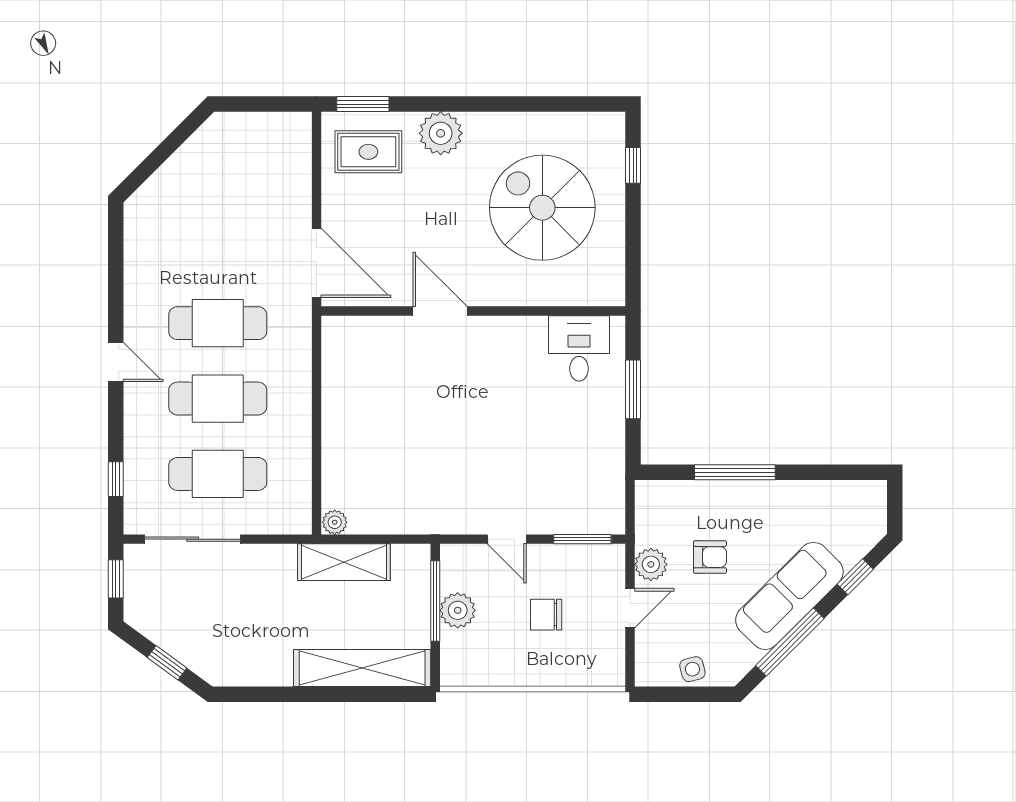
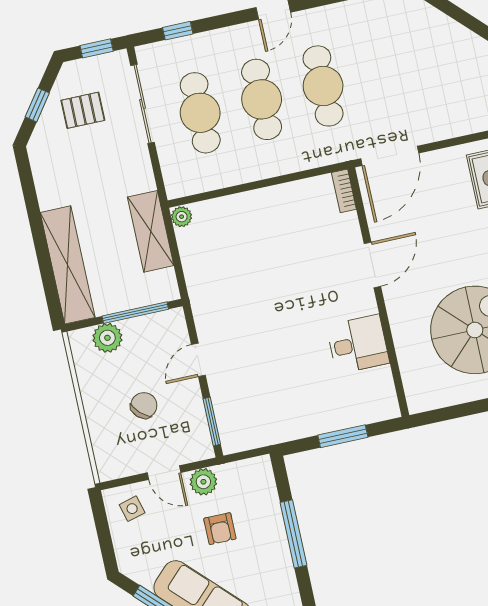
bookcase: (346, 325) -> (344, 191), added
desk: (579, 348) -> (358, 344), moved
plant: (458, 610) -> (107, 338), moved
pallet: (185, 611) -> (83, 110), added
chair: (546, 615) -> (144, 405), turned 44
side table: (692, 669) -> (132, 509), moved

